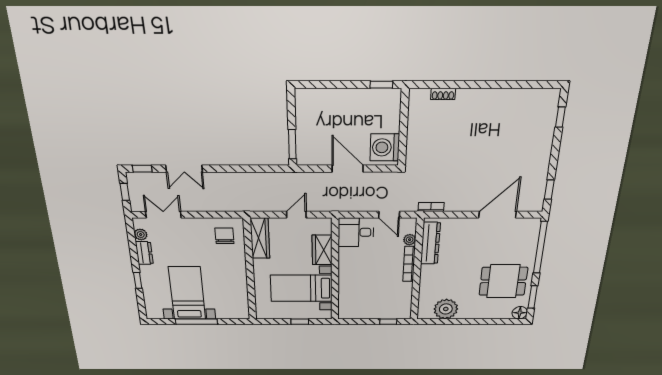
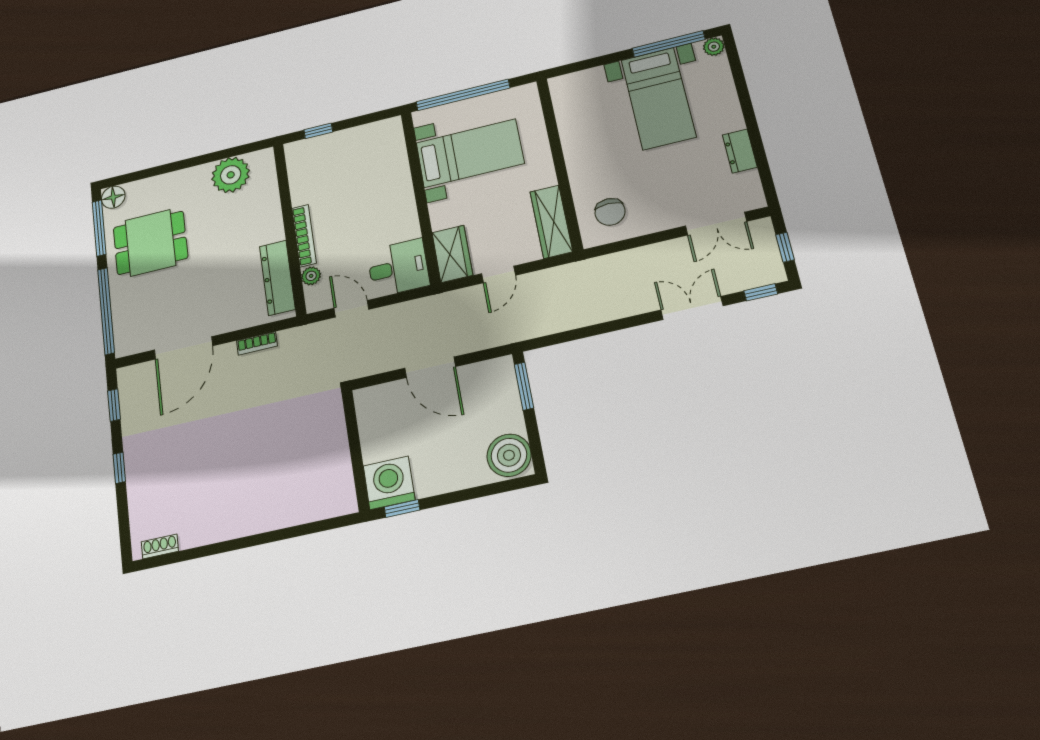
shoe rack: (443, 94) -> (160, 546), moved
boiler: (309, 104) -> (509, 455), added
window: (560, 117) -> (119, 468), moved
washing machine: (385, 147) -> (389, 483), moved, turned -90
bookcase: (431, 207) -> (257, 343), moved
plant: (141, 234) -> (714, 47), moved
wardrobe: (322, 250) -> (452, 254), moved
window: (138, 280) -> (745, 101), removed
window: (533, 297) -> (99, 228), width x1.44
window: (196, 322) -> (669, 44), moved
window: (300, 322) -> (463, 95), width x3.17

